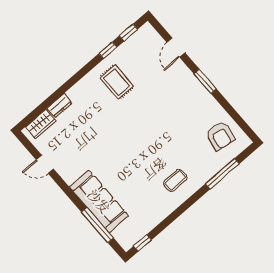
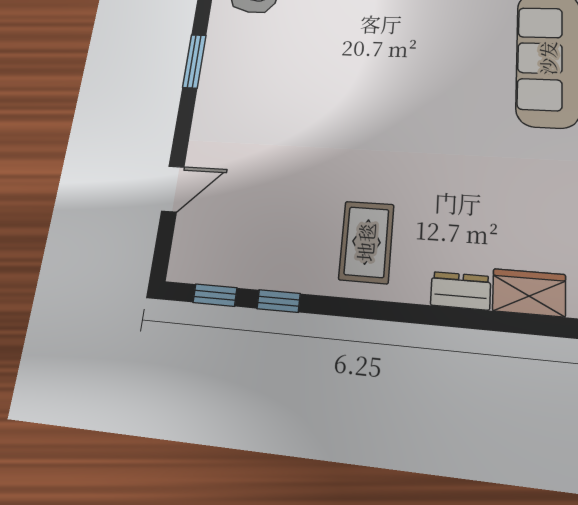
window: (205, 81) -> (194, 61), moved
rug: (117, 82) -> (366, 242), moved

